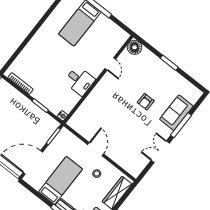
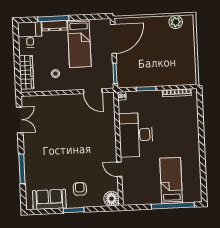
desk: (80, 81) -> (136, 135), width x1.87, depth x1.30
armchair: (146, 102) -> (80, 189), moved
sofa: (176, 113) -> (49, 199), moved, turned -90
door: (96, 149) -> (93, 91), moved
double door: (160, 152) -> (20, 120), moved

